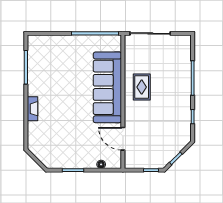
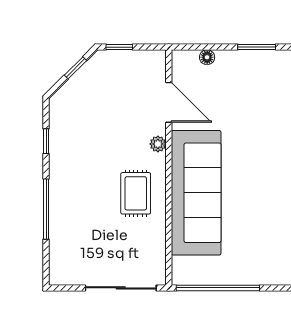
plant: (129, 115) -> (158, 144), added

